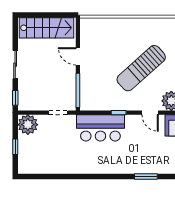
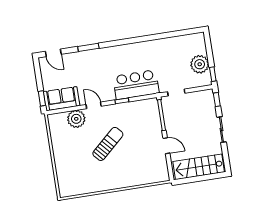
sun lounger: (141, 68) -> (108, 144), width x0.73, depth x0.75
plant: (28, 125) -> (200, 64), moved
window: (15, 147) -> (213, 74), moved

